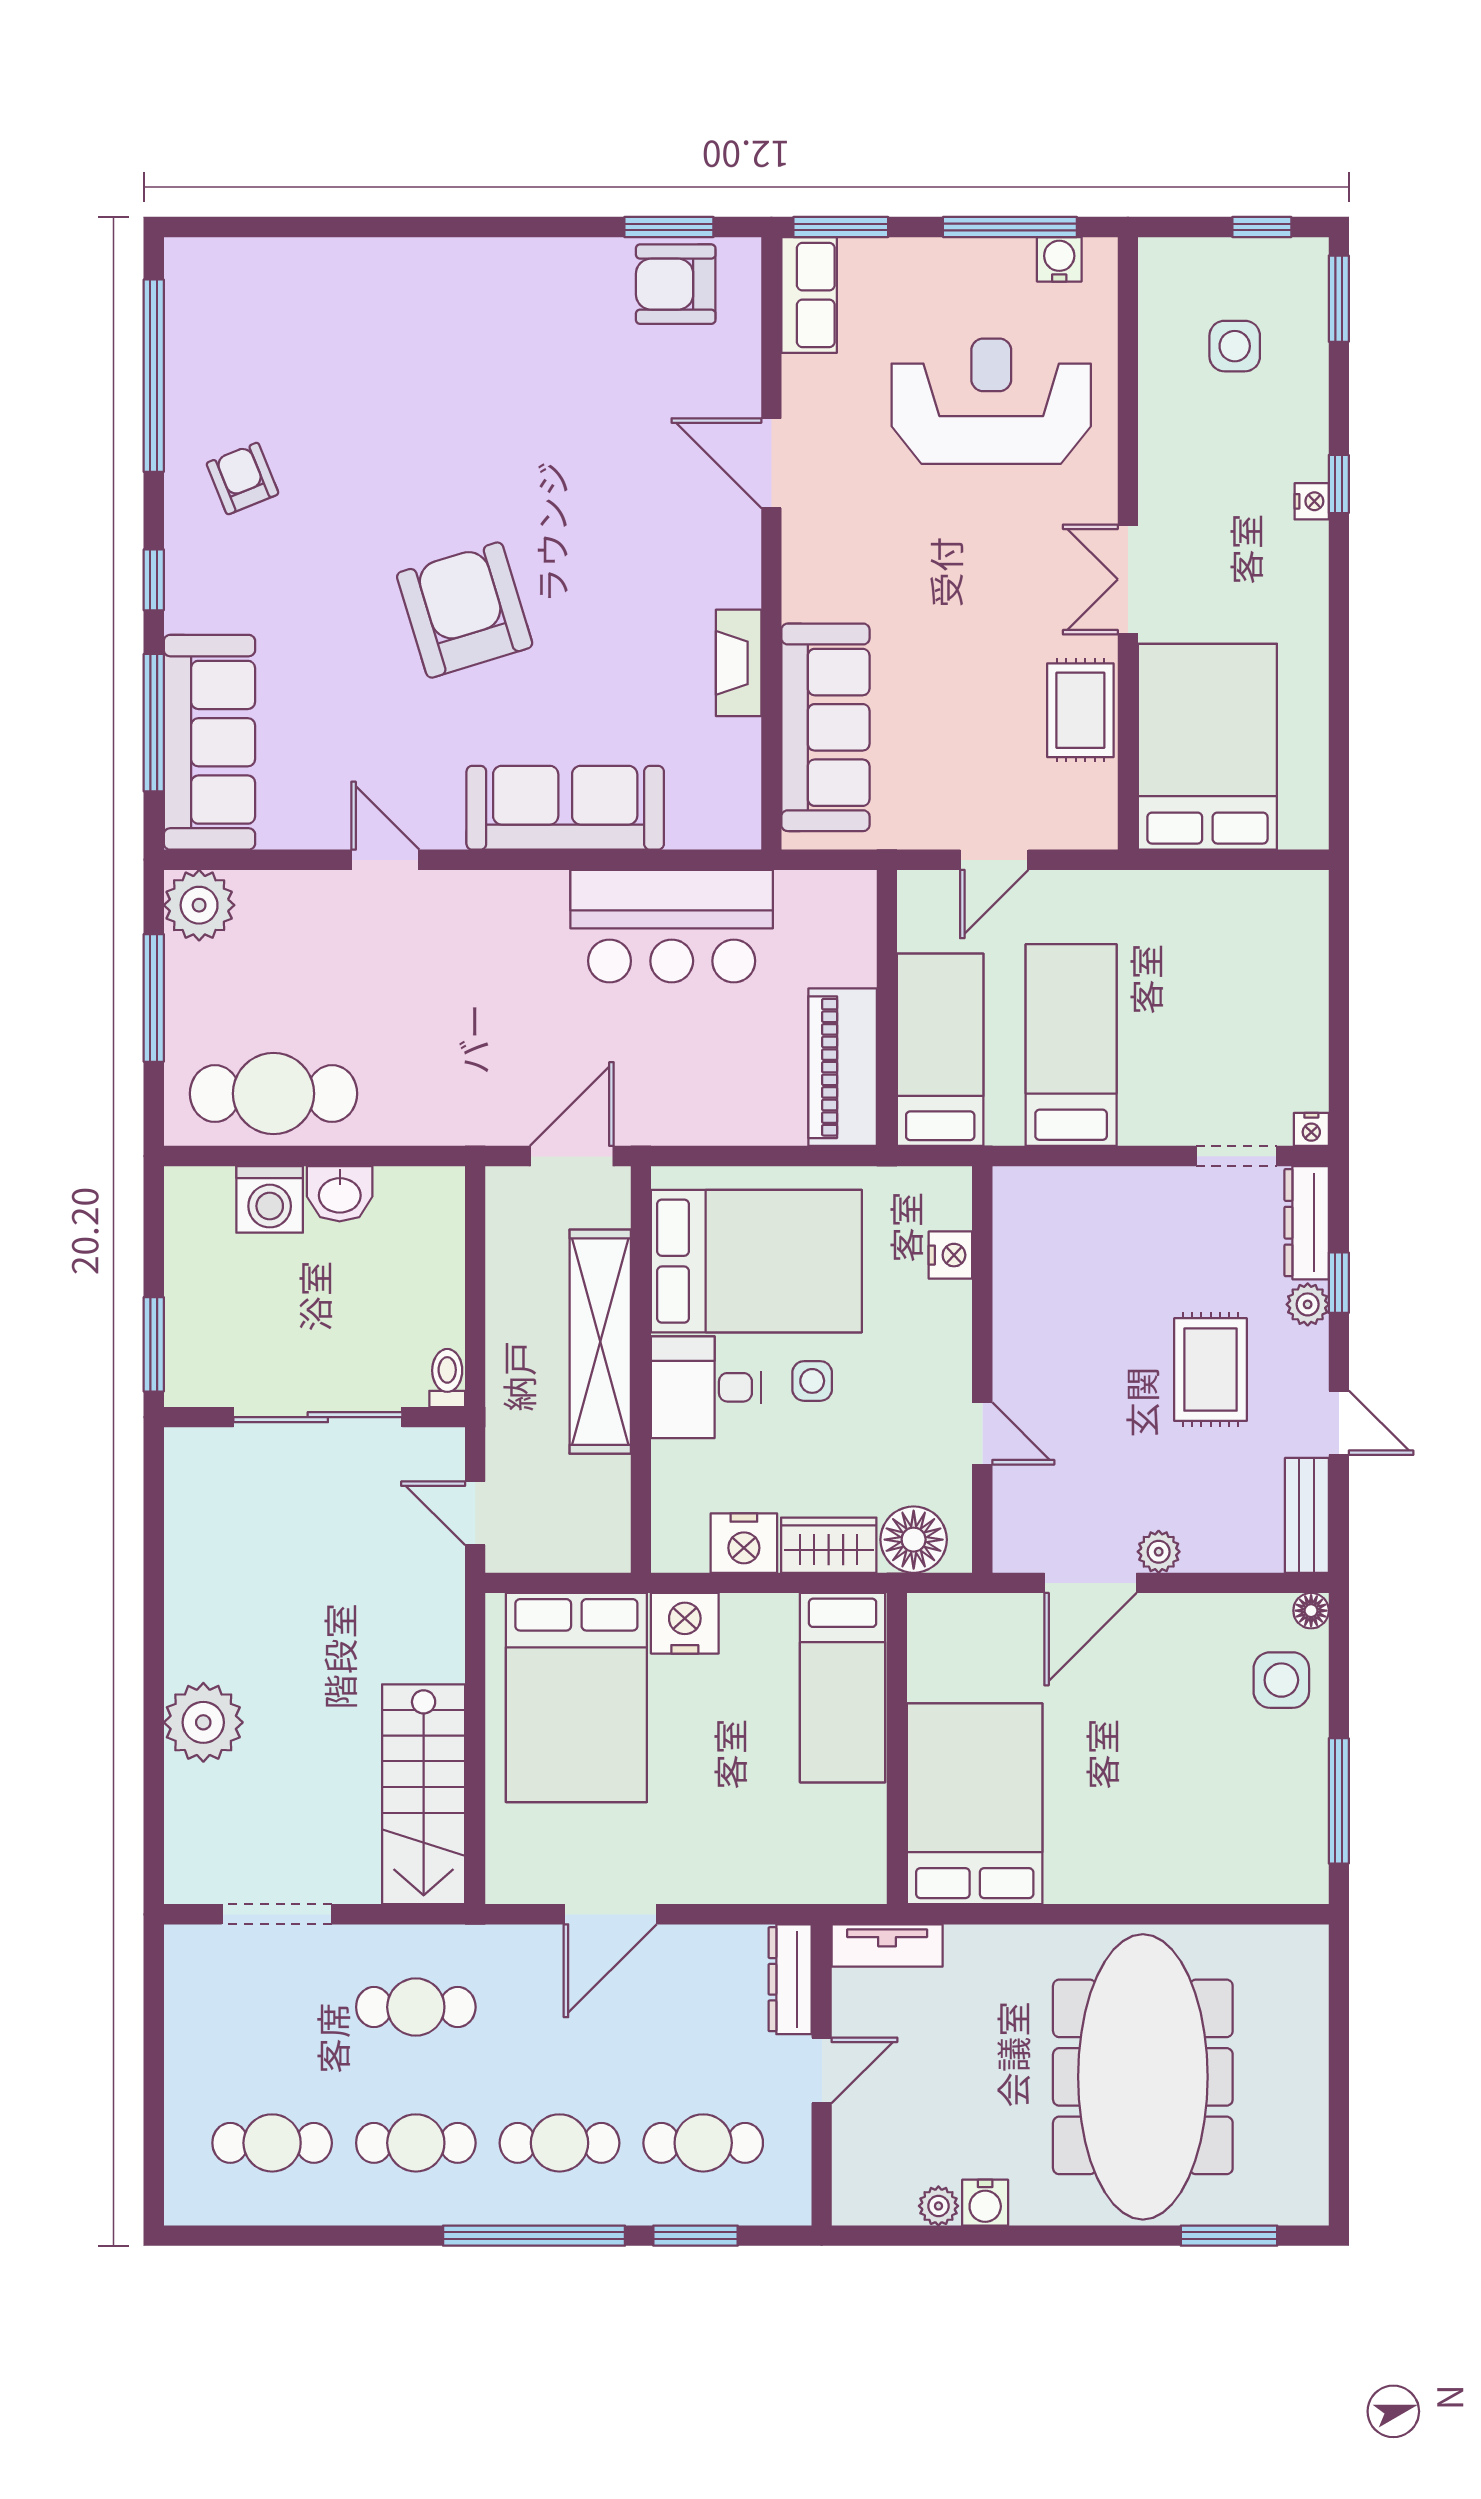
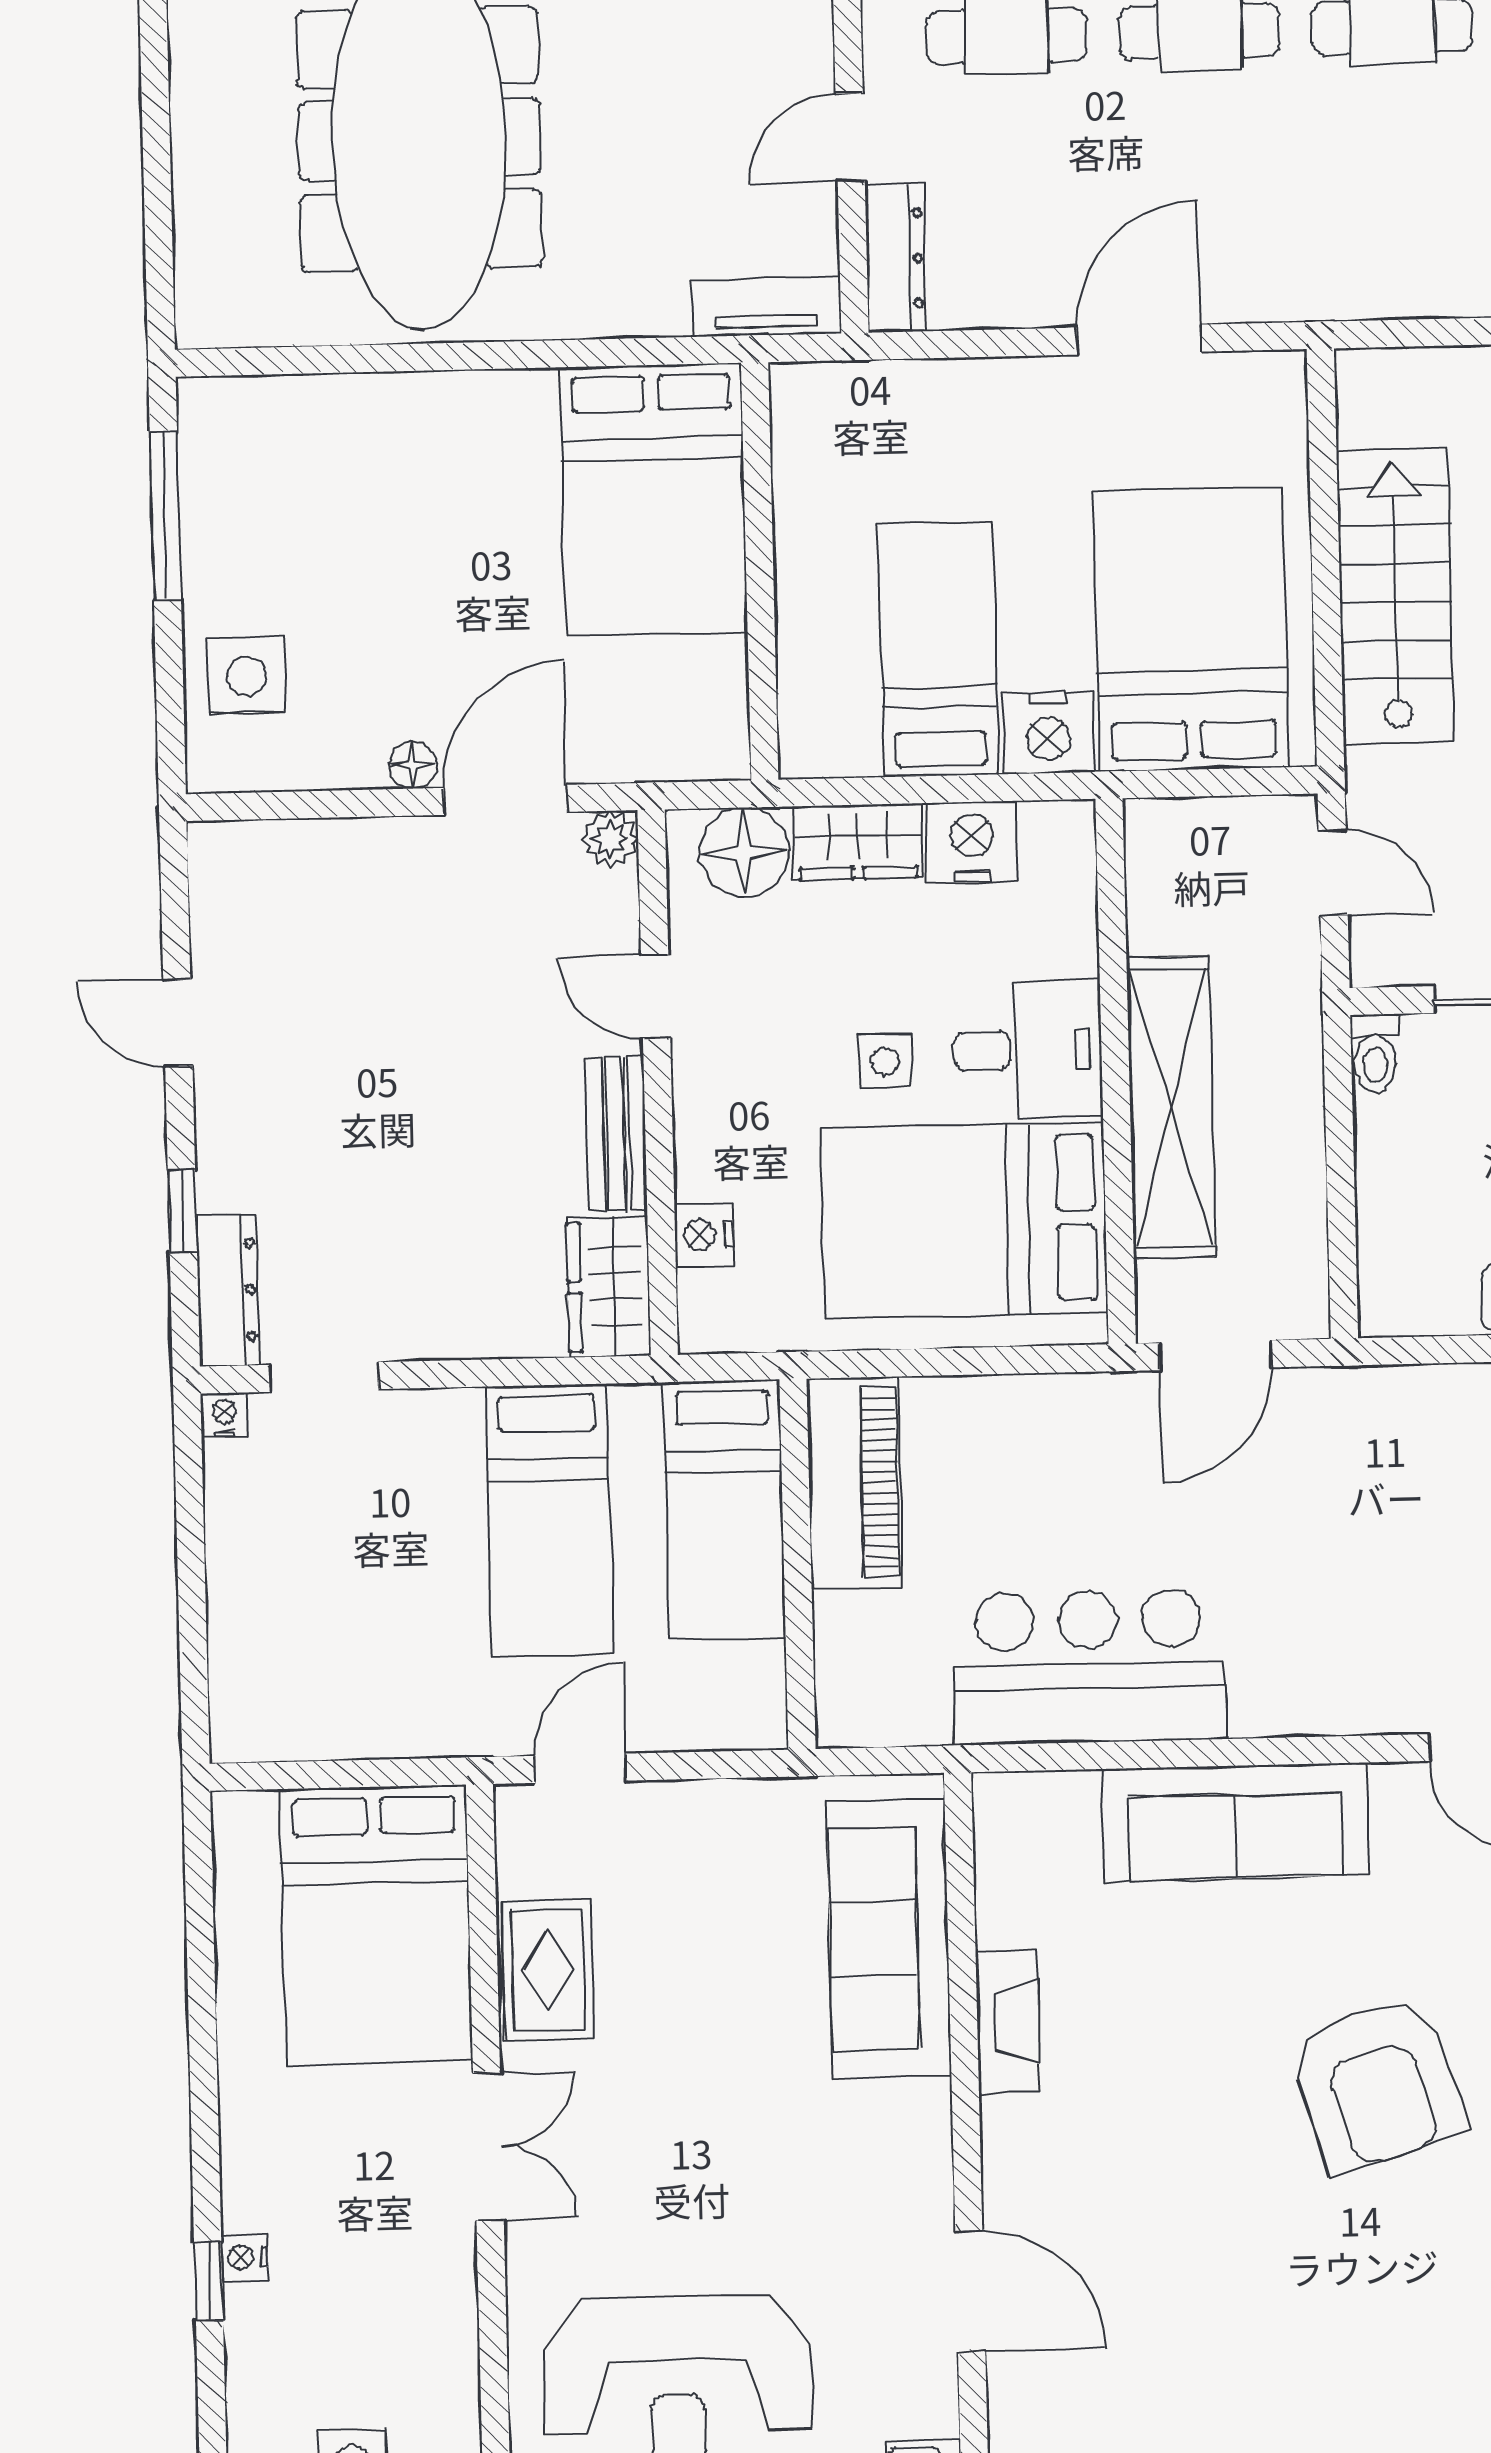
door: (994, 860) -> (580, 1768), moved
wardrobe: (1023, 1218) -> (609, 1286), added
plant: (1308, 1304) -> (223, 1180), removed
rug: (1211, 1370) -> (352, 1090), removed
bench: (1307, 1515) -> (616, 1134), moved
plant: (1159, 1552) -> (610, 839), moved
floor lamp: (1311, 1611) -> (413, 765), moved
bed: (843, 1688) -> (938, 649), moved
stairs: (424, 1794) -> (1395, 596), moved
cafe table: (416, 2007) -> (1396, 209), removed

